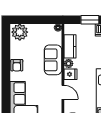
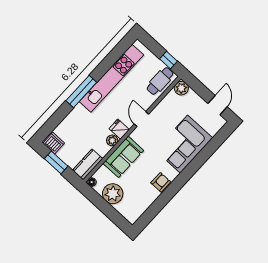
plant: (20, 32) -> (113, 194), moved
kitchen counter: (70, 46) -> (88, 164), moved

